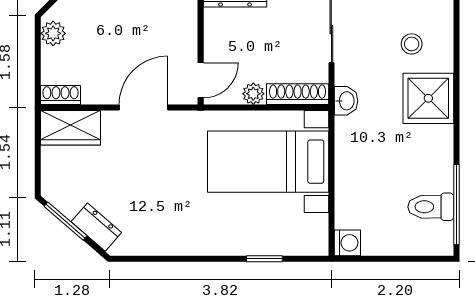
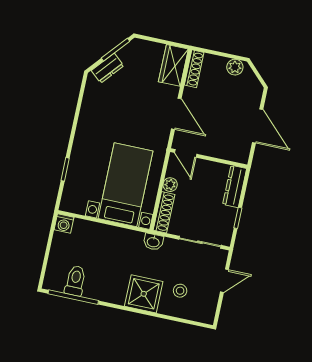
shoe rack: (60, 95) -> (194, 69), width x1.43

